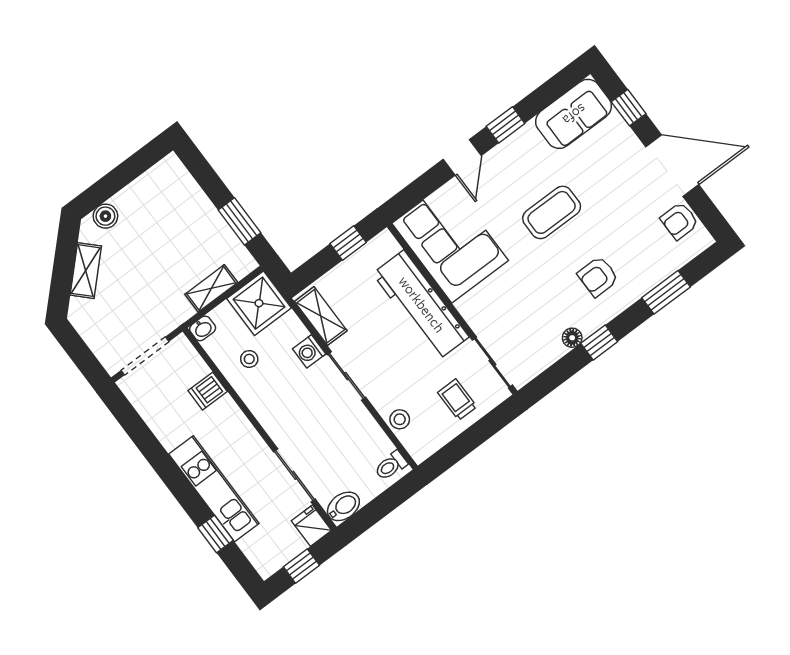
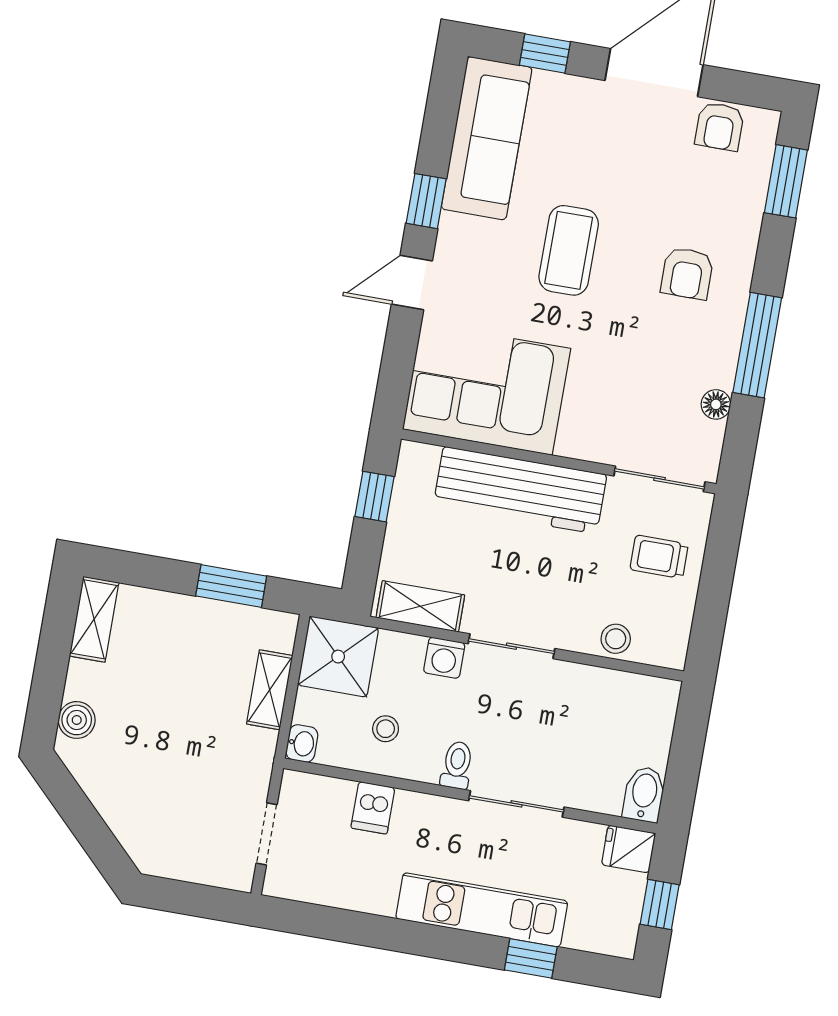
sofa: (574, 114) -> (487, 138), width x1.36
door: (462, 157) -> (412, 282), swing flipped
shelving: (86, 271) -> (94, 619), moved, turned 45
window: (666, 292) -> (786, 181), moved
floor lamp: (572, 338) -> (716, 404), moved
window: (599, 342) -> (757, 345), width x2.17
doorway: (145, 356) -> (267, 834), width x0.73
toilet: (391, 466) -> (457, 765), moved, turned 180
sliding door: (294, 475) -> (516, 804), moved

